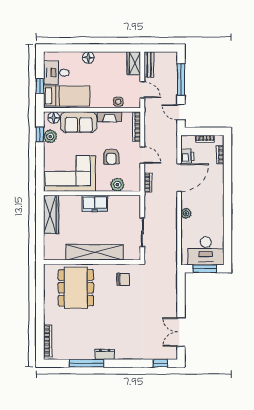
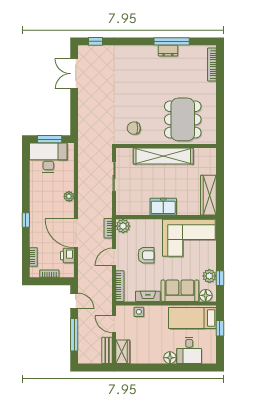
desk: (56, 73) -> (189, 350), moved, turned 90
door: (142, 155) -> (114, 257), hinge flipped
armchair: (111, 156) -> (146, 255), turned 90
door: (179, 178) -> (76, 233), hinge flipped
plant: (117, 185) -> (123, 226), moved
window: (228, 191) -> (26, 220), added
double door: (181, 332) -> (74, 74), swing flipped
dresser: (105, 354) -> (168, 51), moved

